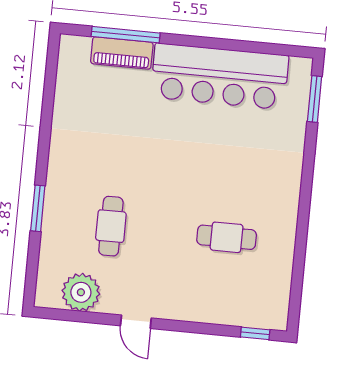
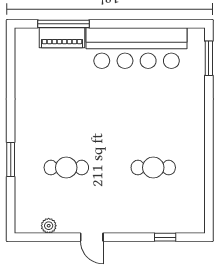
cafe table: (111, 226) -> (66, 168), turned 90
plant: (81, 292) -> (49, 226), width x0.53, depth x0.53
window: (255, 333) -> (165, 237), moved

